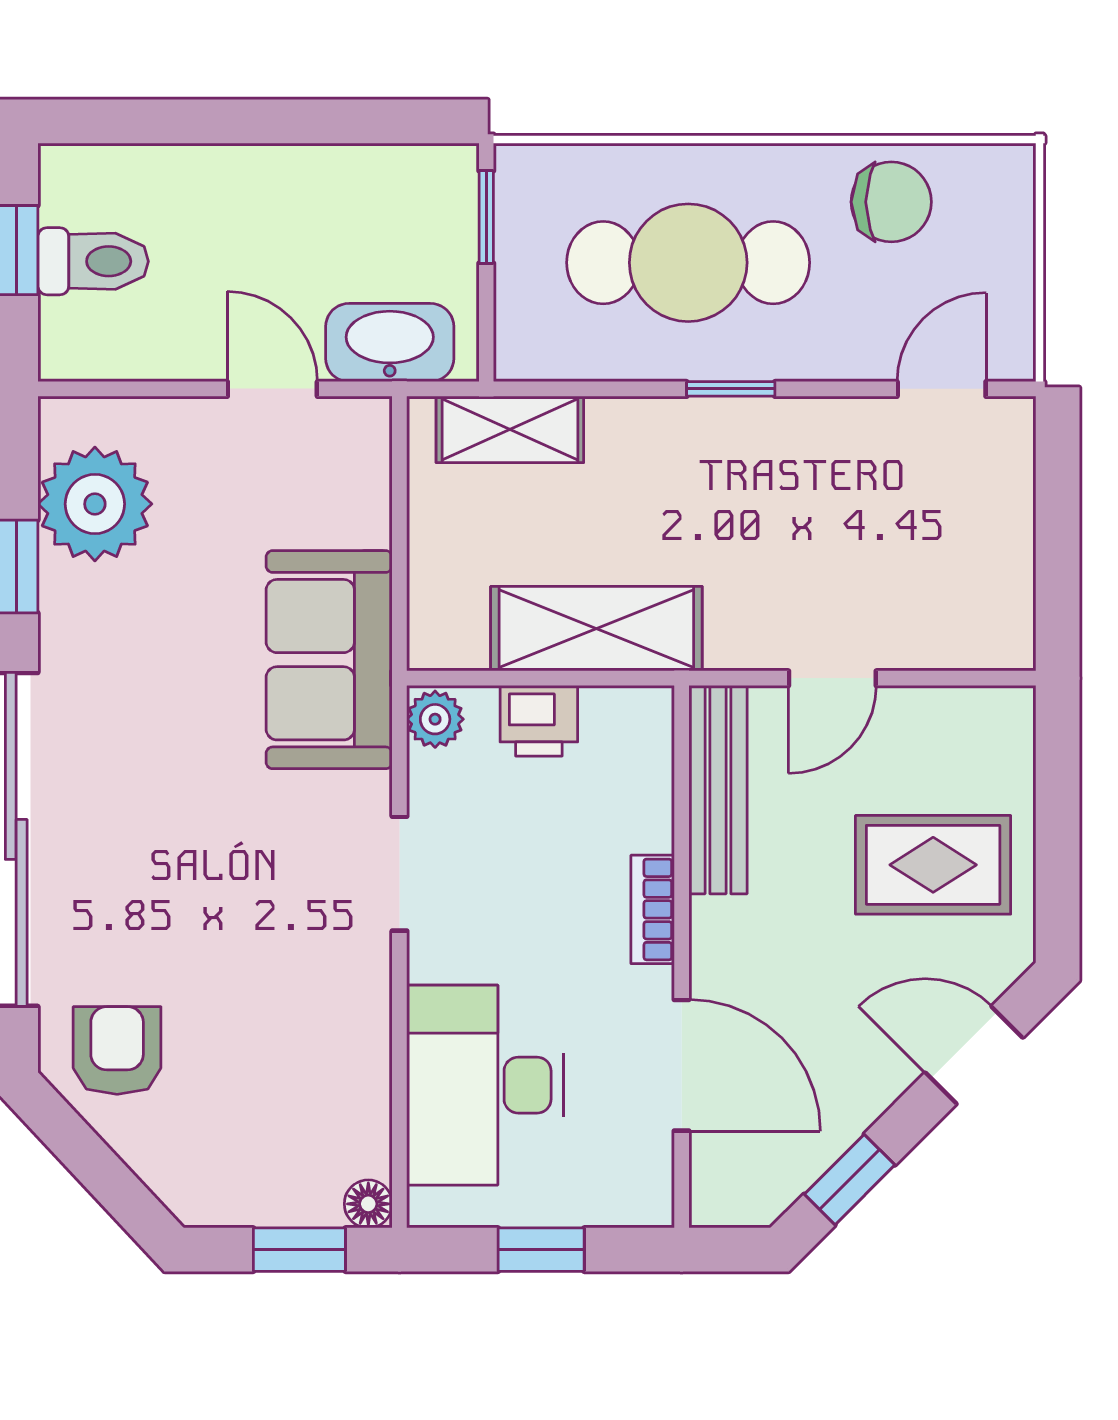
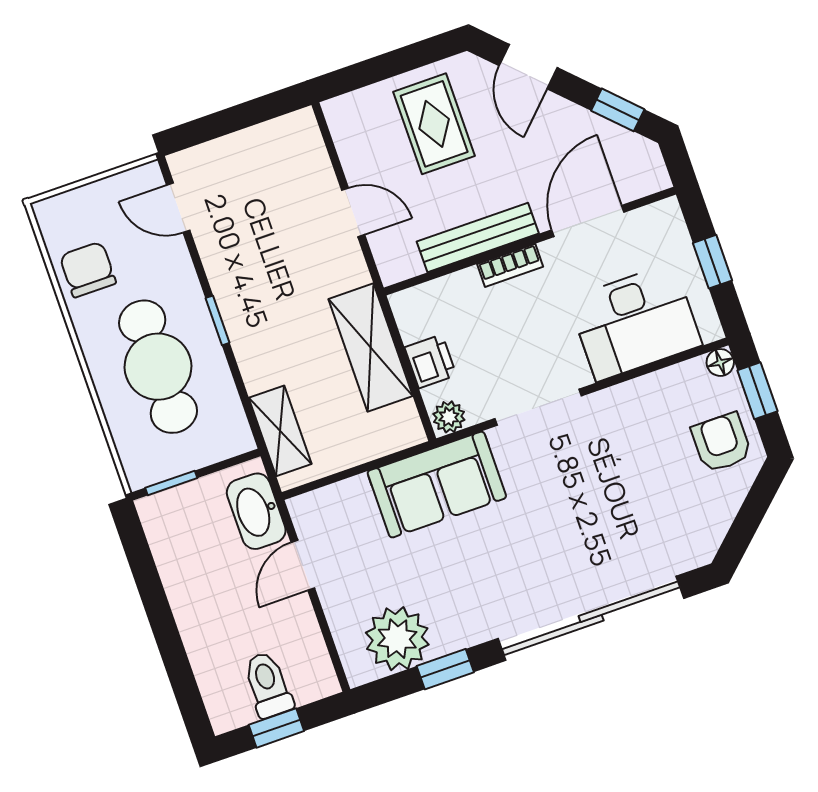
bench: (718, 790) -> (478, 237), moved
doorway: (399, 874) -> (538, 407), width x1.38
armchair: (117, 1051) -> (721, 442), moved, turned 90

